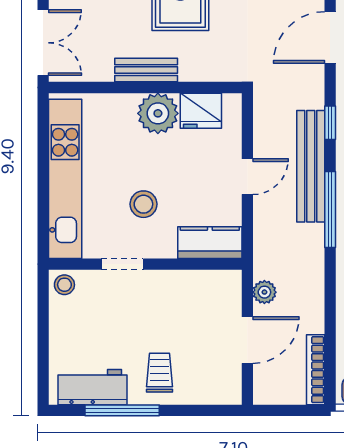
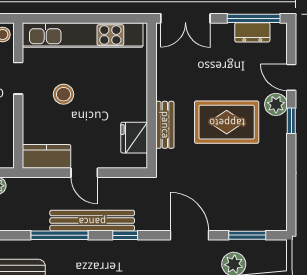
bench: (146, 70) -> (165, 125), moved
plant: (158, 113) -> (132, 105), removed
kitchen counter: (210, 243) -> (47, 156), moved, turned -90

